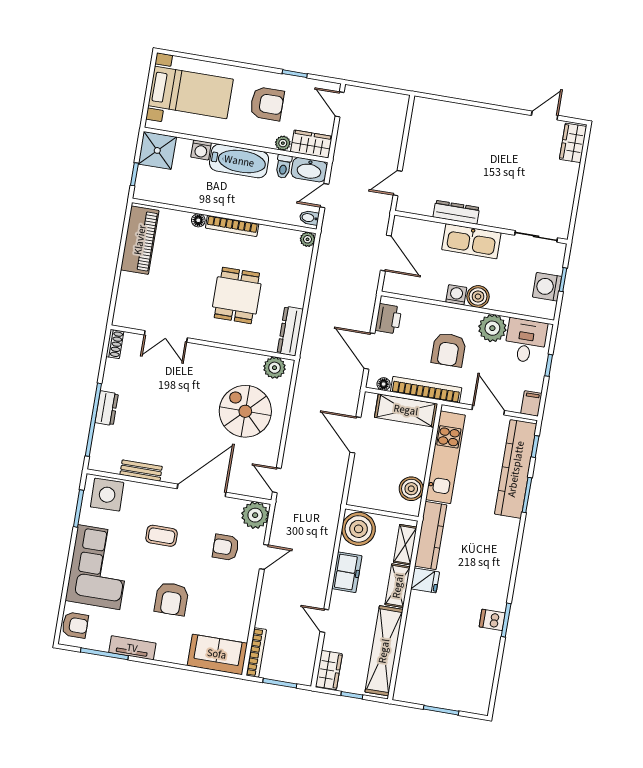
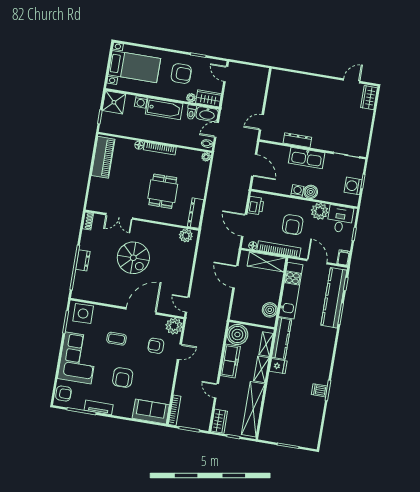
spiral stairs: (245, 411) -> (133, 258), moved, turned 180
bench: (141, 471) -> (104, 299), removed
freezer: (347, 572) -> (230, 361), width x1.40

